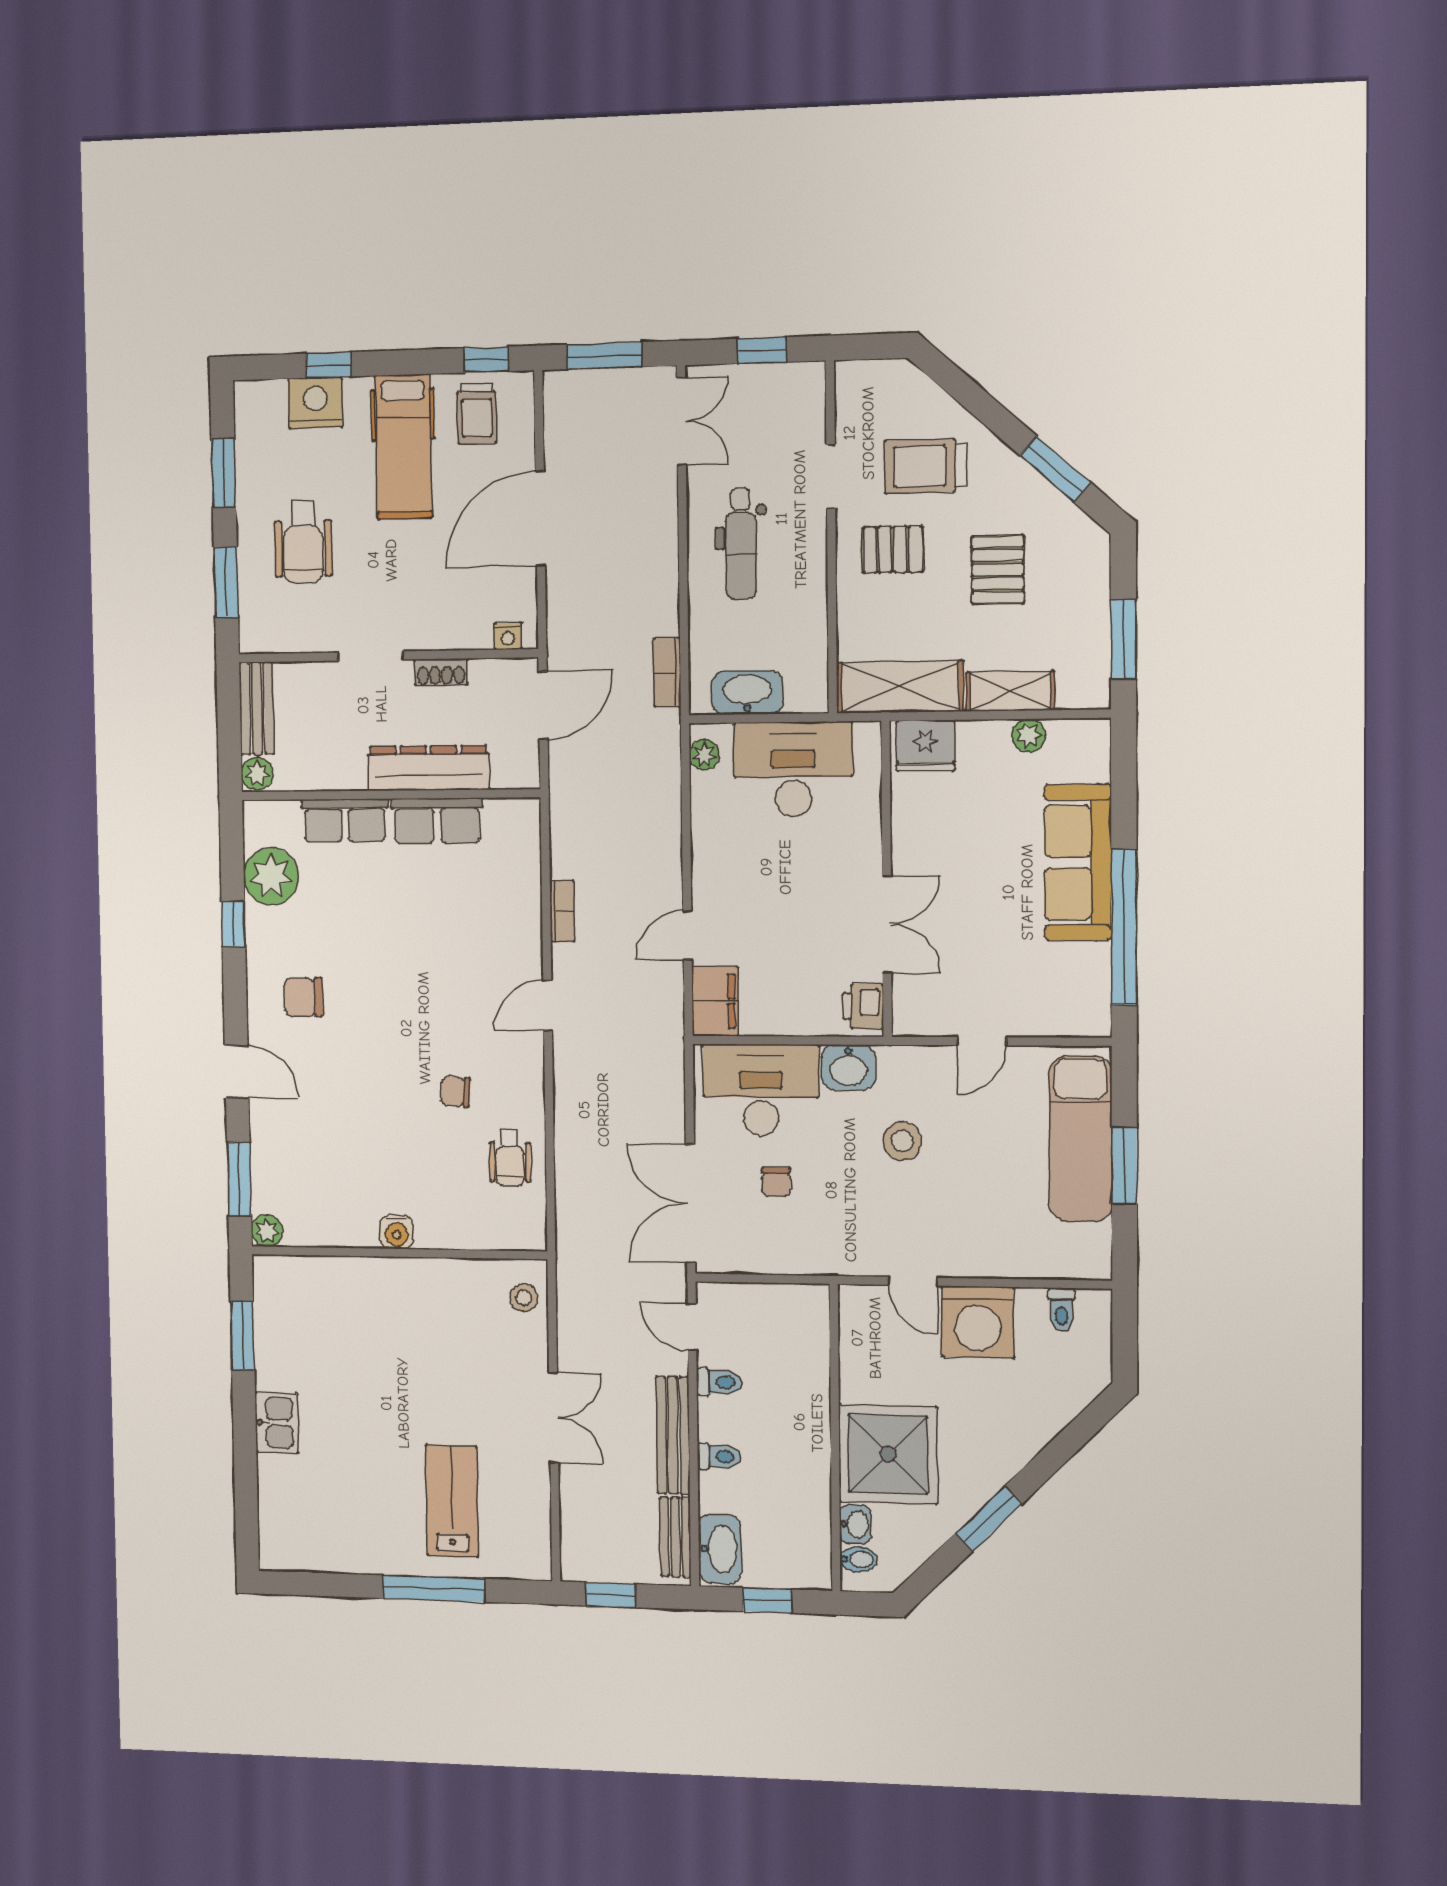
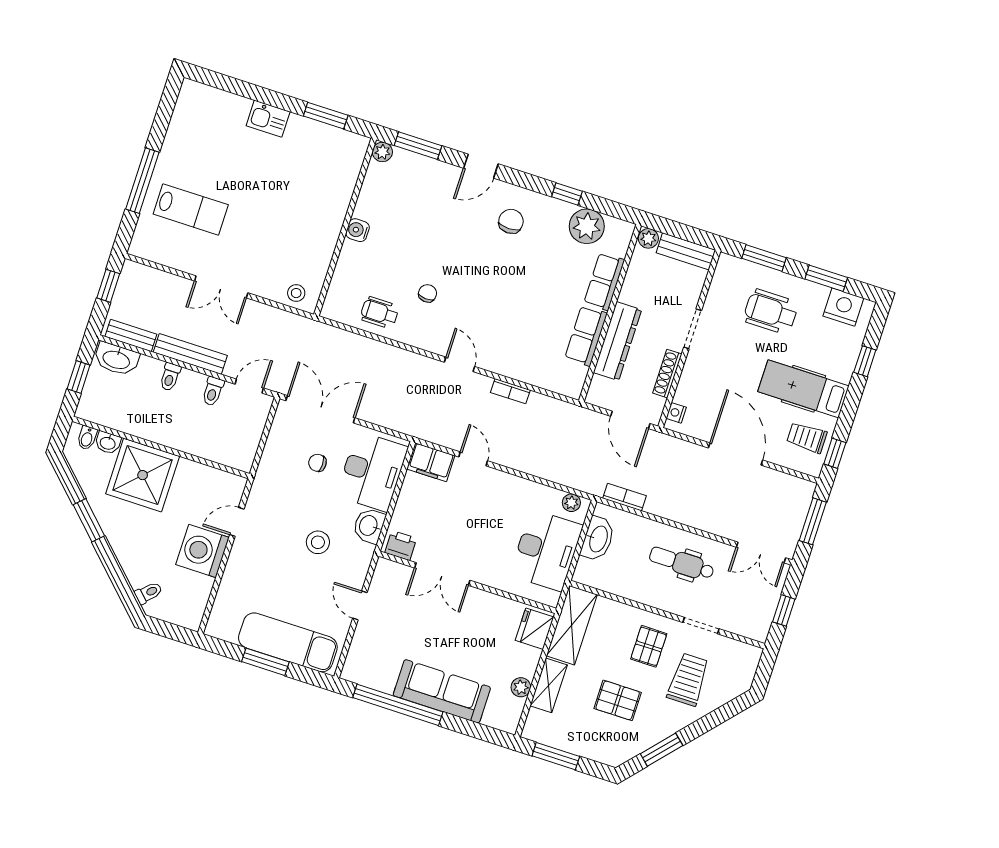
nightstand: (315, 403) -> (843, 307), moved, turned -90
shoe rack: (441, 672) -> (667, 374), width x1.43
toilet: (1061, 1310) -> (148, 593), moved, turned 135

